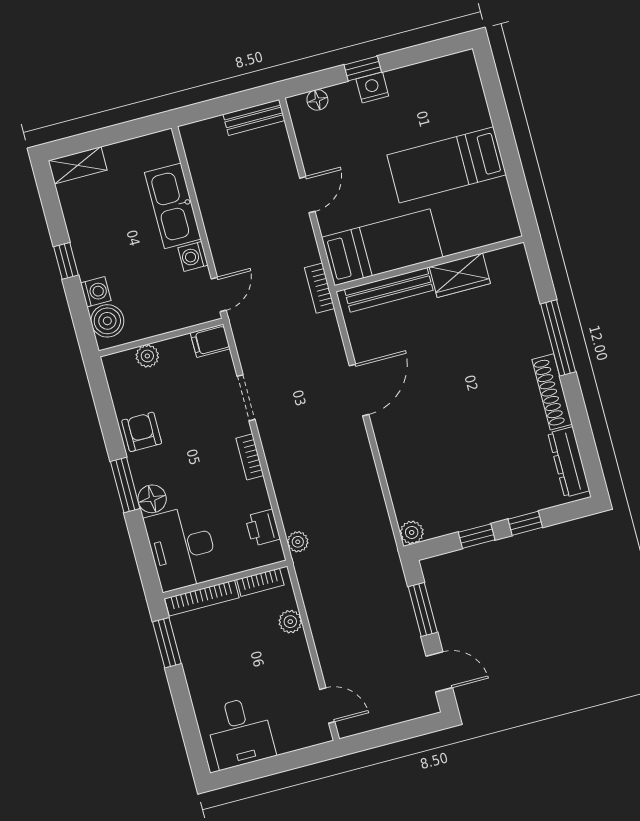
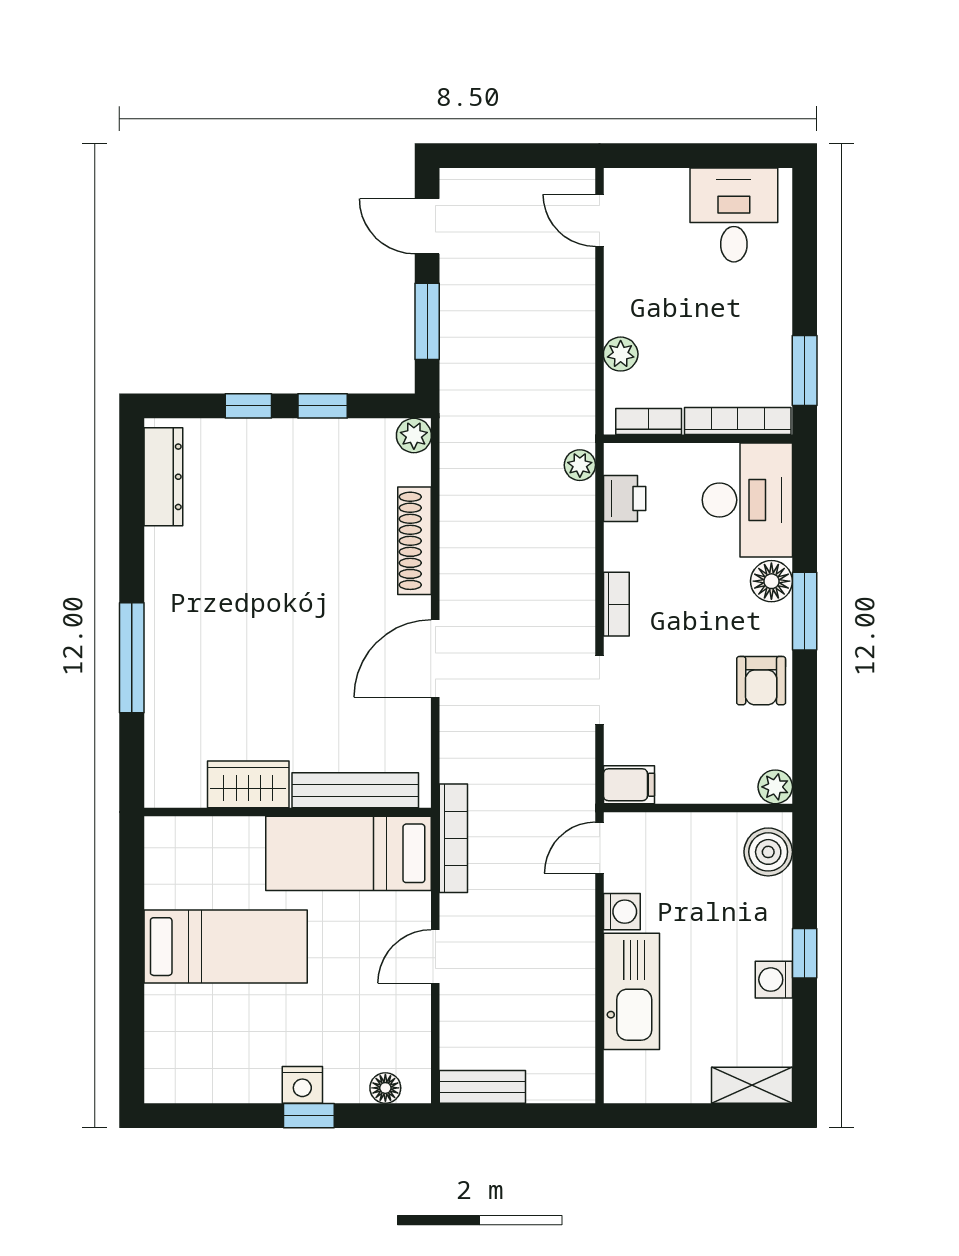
bookcase: (319, 288) -> (453, 838), width x1.56
washing machine: (96, 292) -> (774, 980), moved
plant: (147, 356) -> (775, 787), moved
shoe rack: (552, 392) -> (415, 541), moved, turned 180

